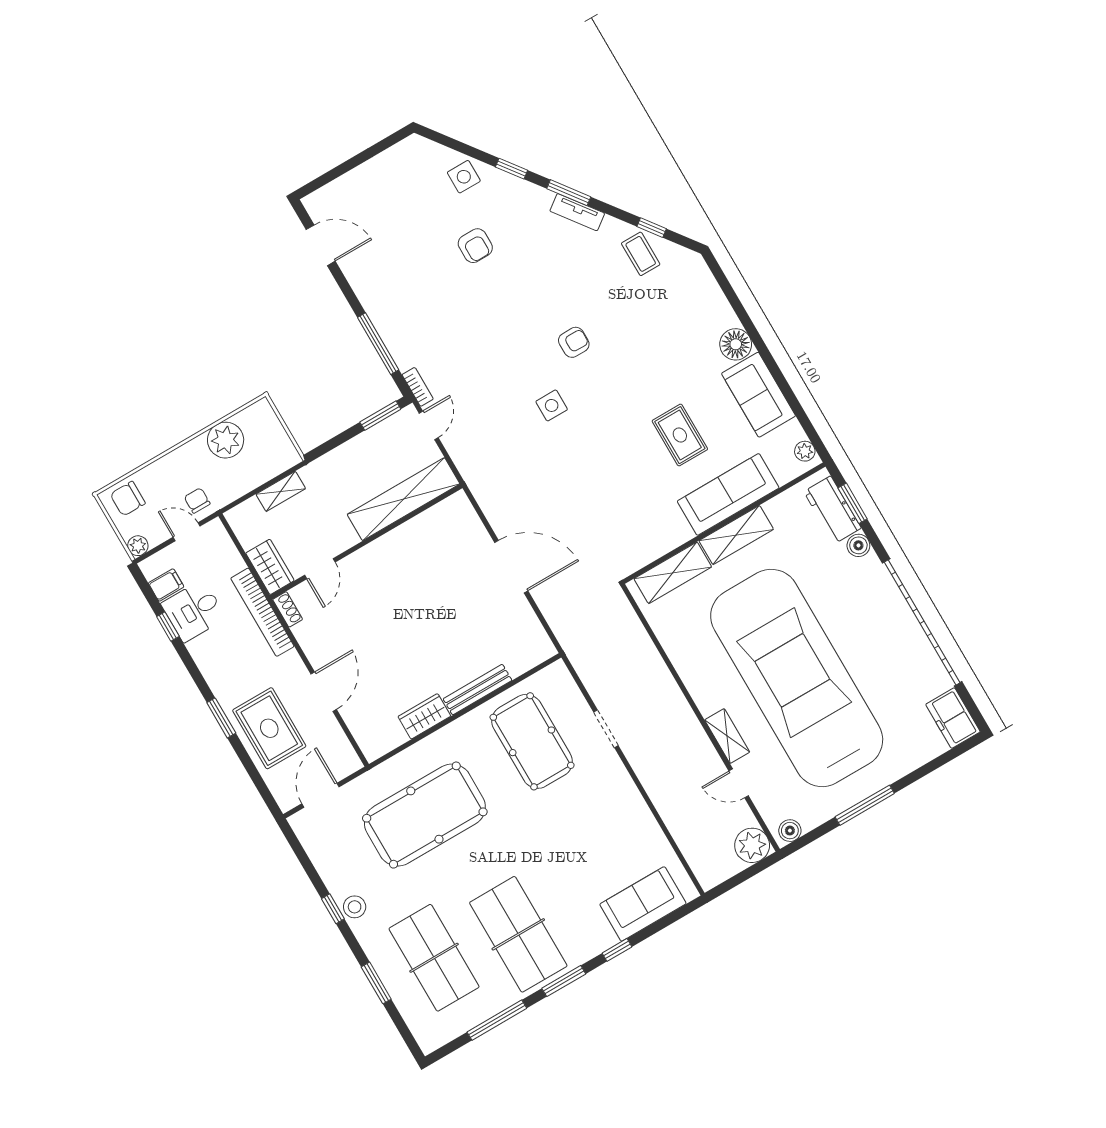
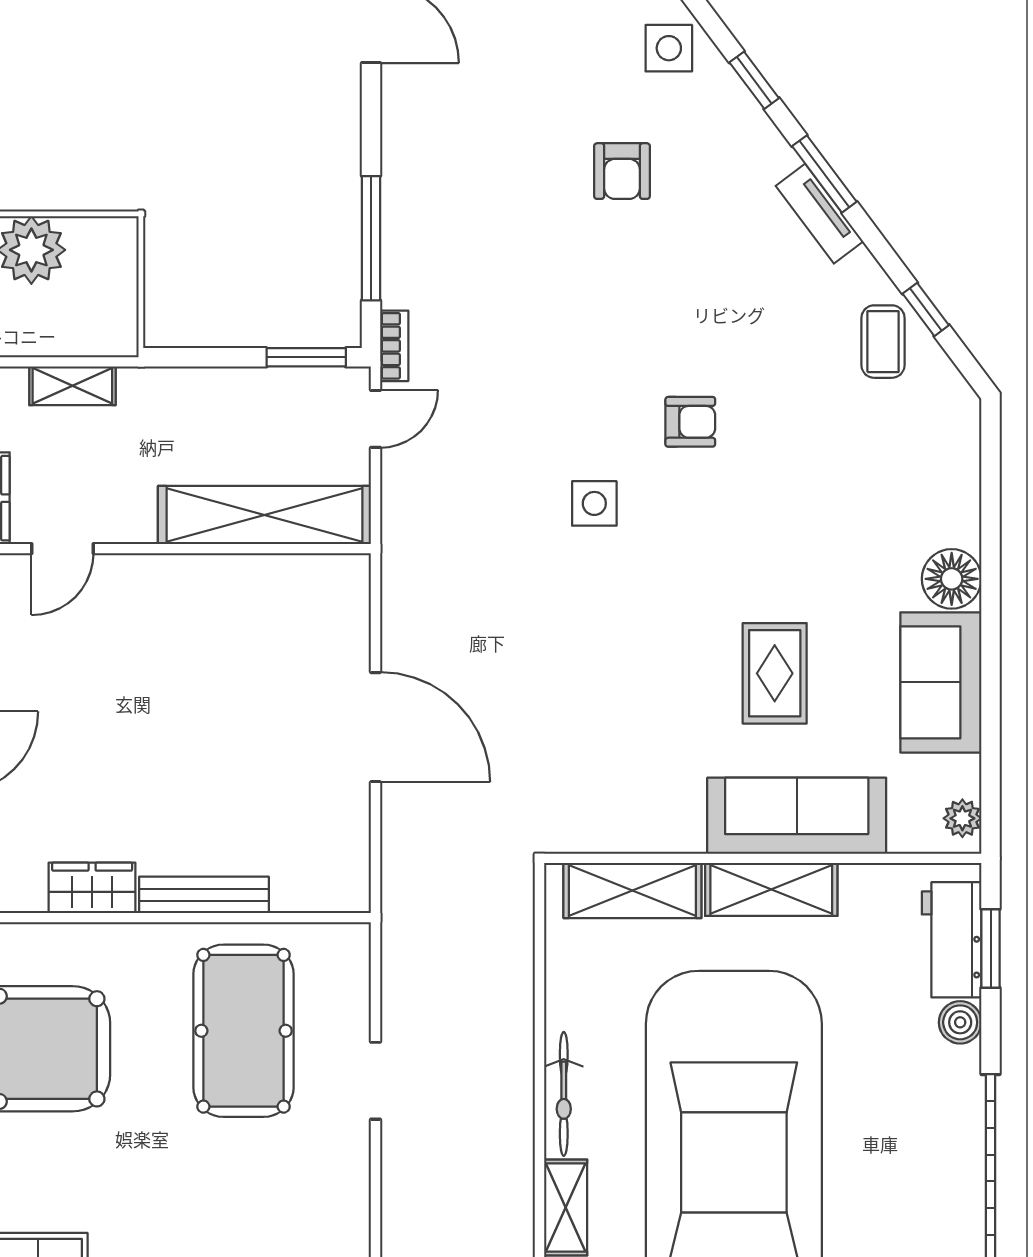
bicycle: (696, 684) -> (564, 1094), added

